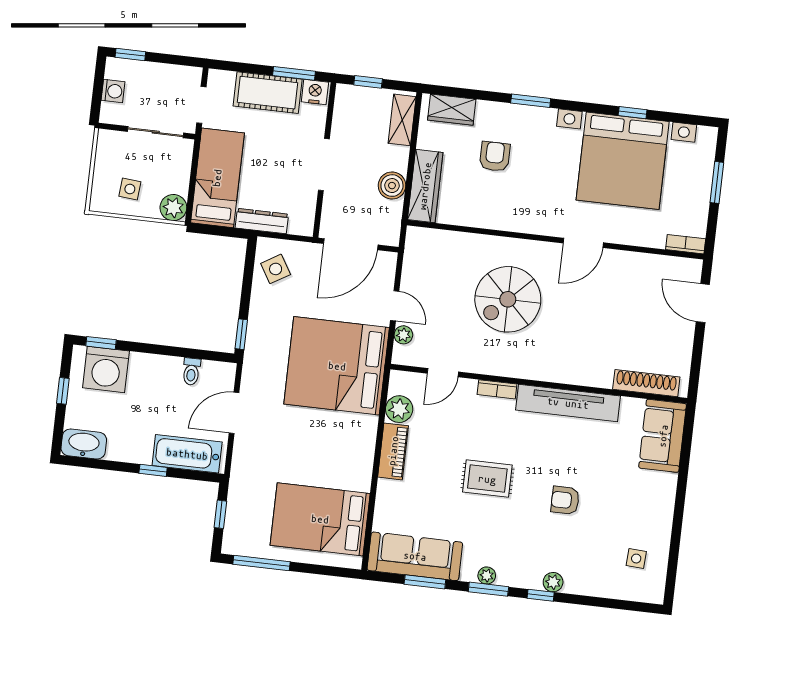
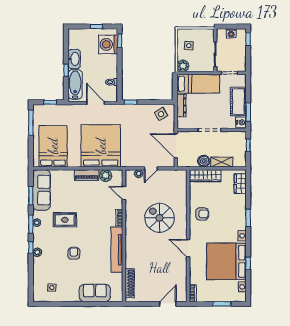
shelving: (402, 120) -> (222, 162), moved
armchair: (495, 156) -> (202, 214), moved
bed: (337, 366) -> (101, 146), moved
sofa: (663, 436) -> (95, 293), moved
washbasin: (84, 444) -> (74, 59), moved
rug: (487, 479) -> (65, 220), moved, turned 90

